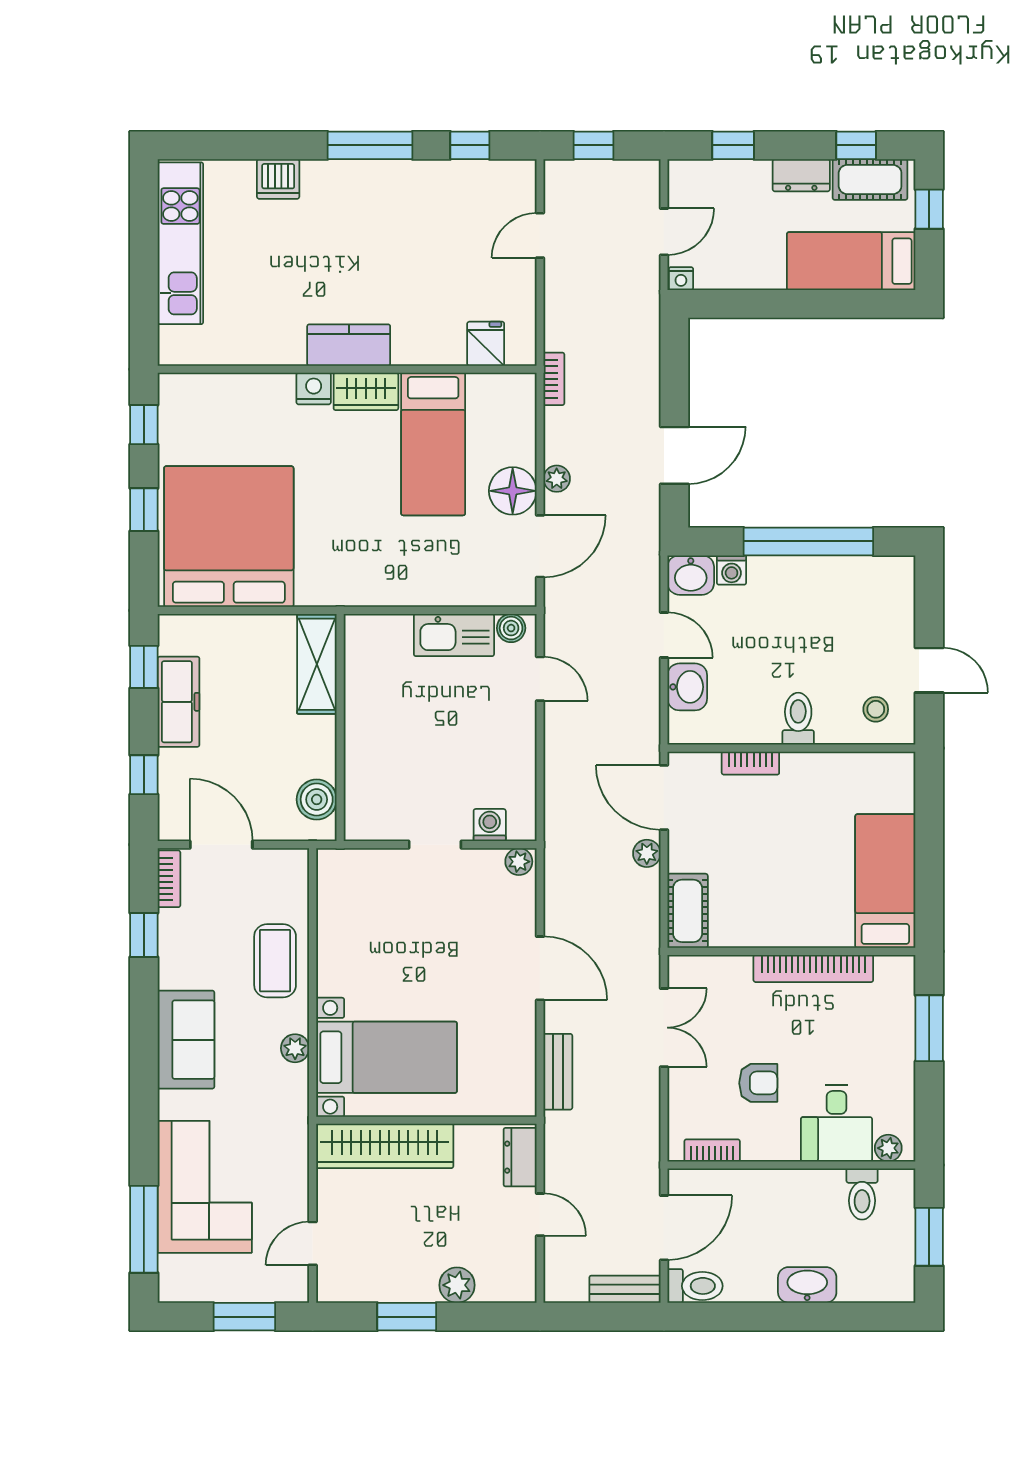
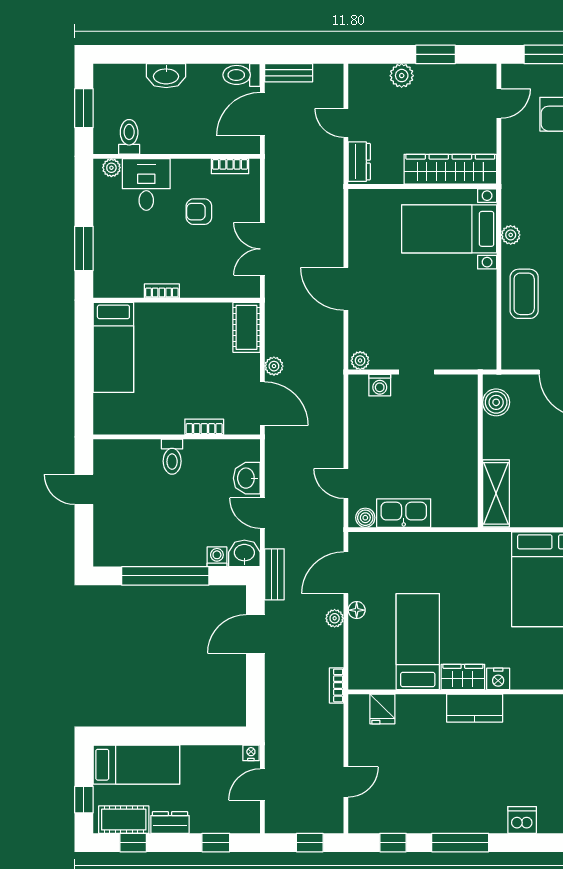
floor lamp: (513, 491) -> (357, 610), width x0.53, depth x0.53
stool: (876, 709) -> (120, 463), removed
bookcase: (813, 968) -> (162, 291), width x0.43, depth x0.76
bench: (558, 1072) -> (274, 574), moved

